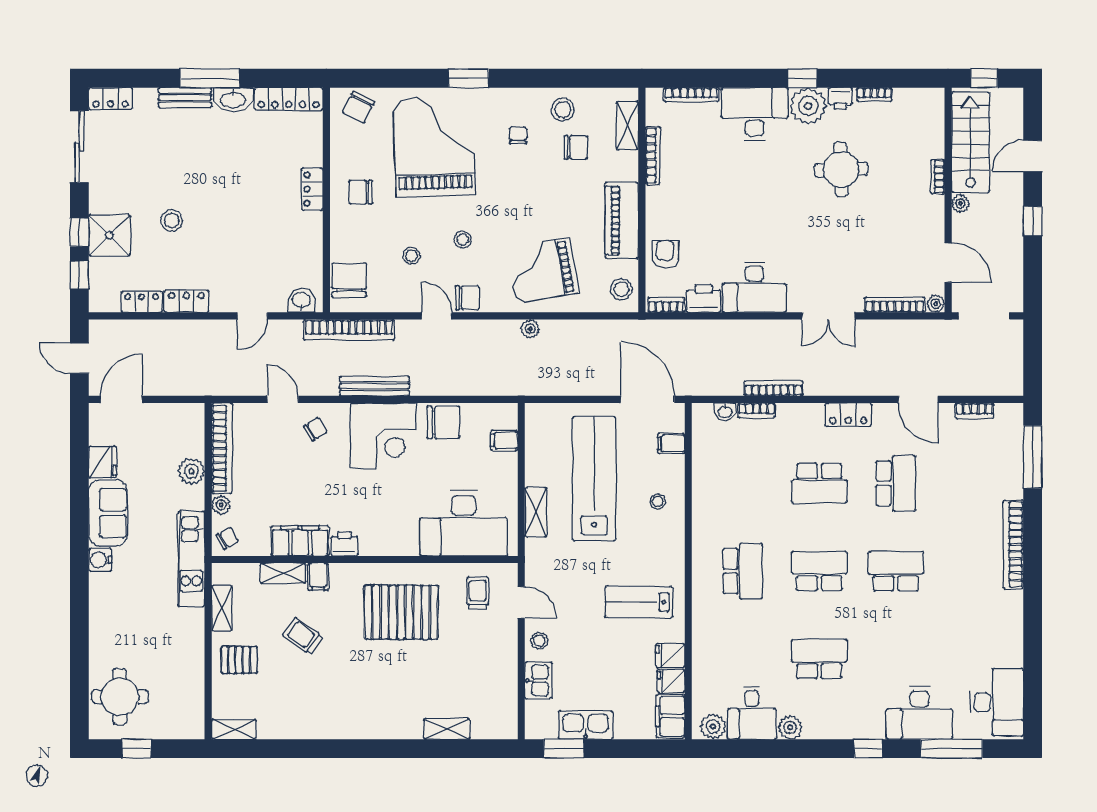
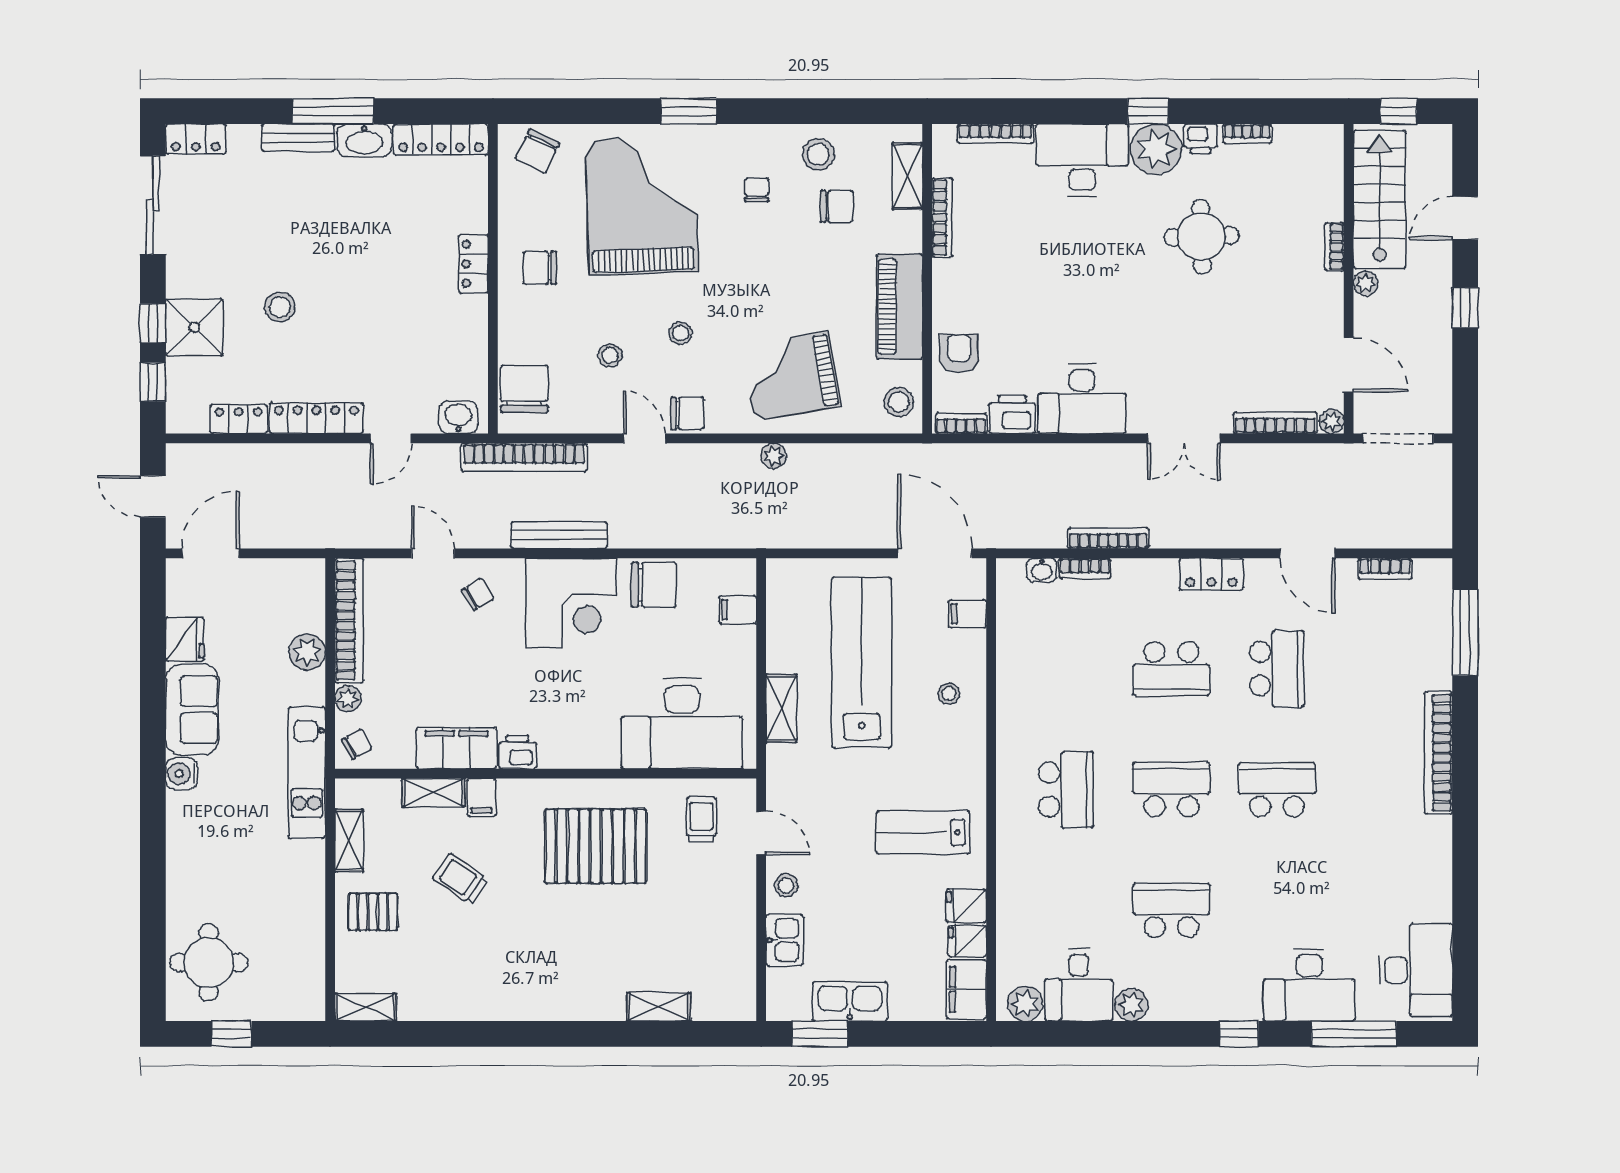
locker: (186, 301) -> (316, 418), width x1.53

